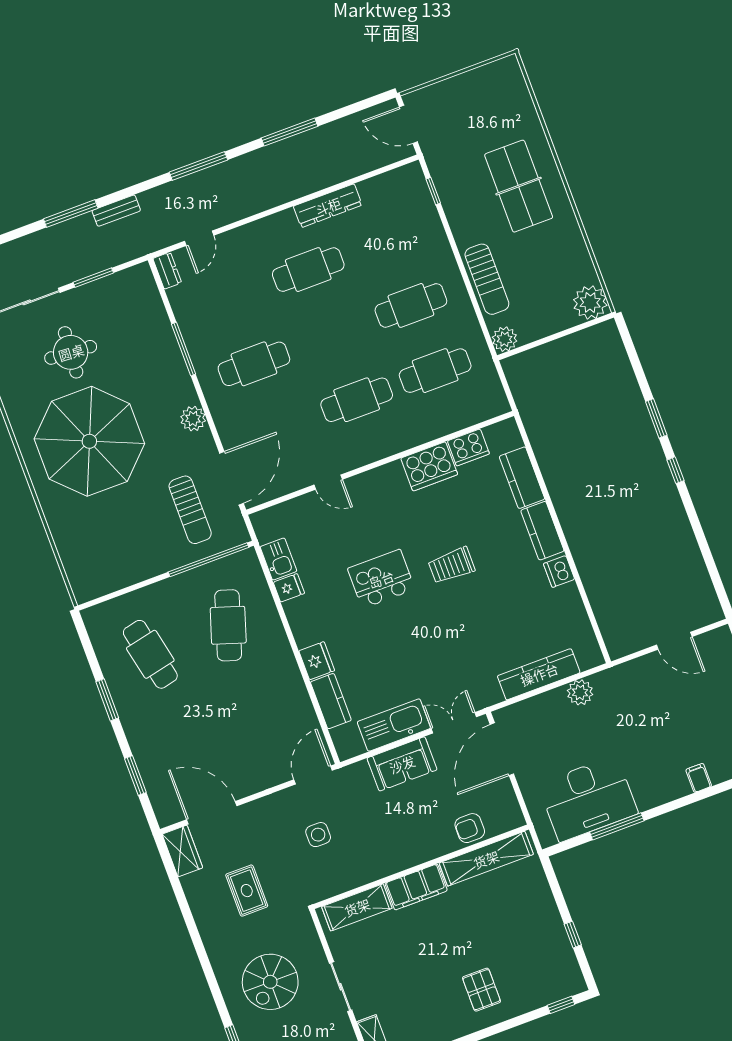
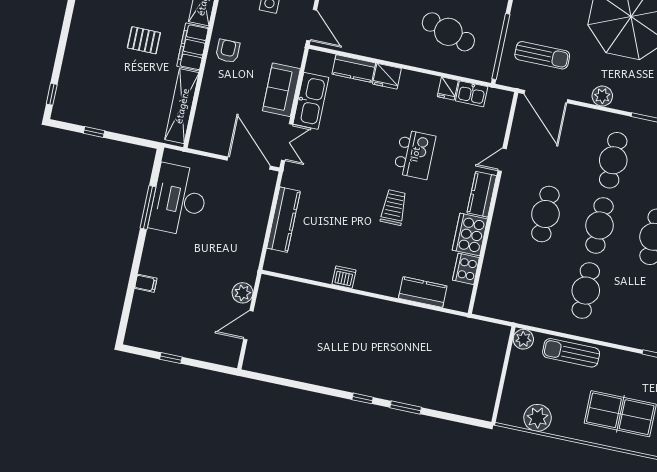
plant: (590, 303) -> (538, 418), moved
cafe table: (435, 371) -> (599, 225), moved
sun lounger: (190, 510) -> (542, 55), turned 180
kitchen counter: (542, 531) -> (482, 194), moved, turned -90
plant: (580, 692) -> (243, 293), moved
armchair: (470, 828) -> (228, 51), moved
pallet: (481, 990) -> (144, 40), moved

